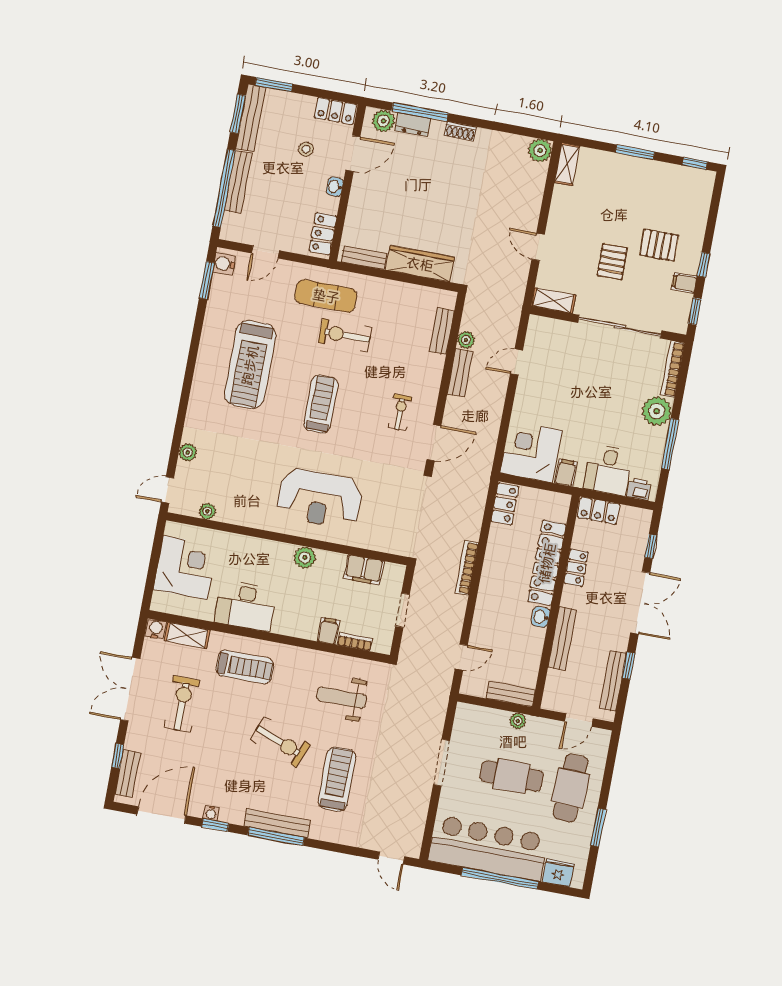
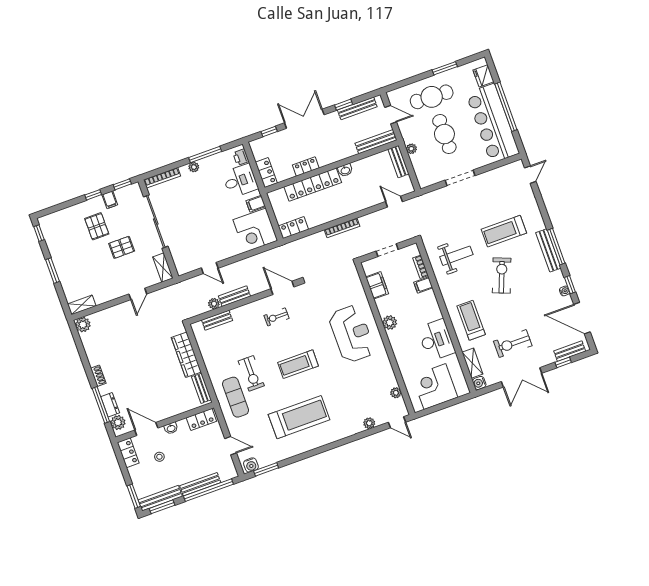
plant: (657, 411) -> (194, 167), width x0.53, depth x0.53
bench: (562, 638) -> (376, 142), moved
weight bench: (341, 698) -> (456, 256), turned -90

